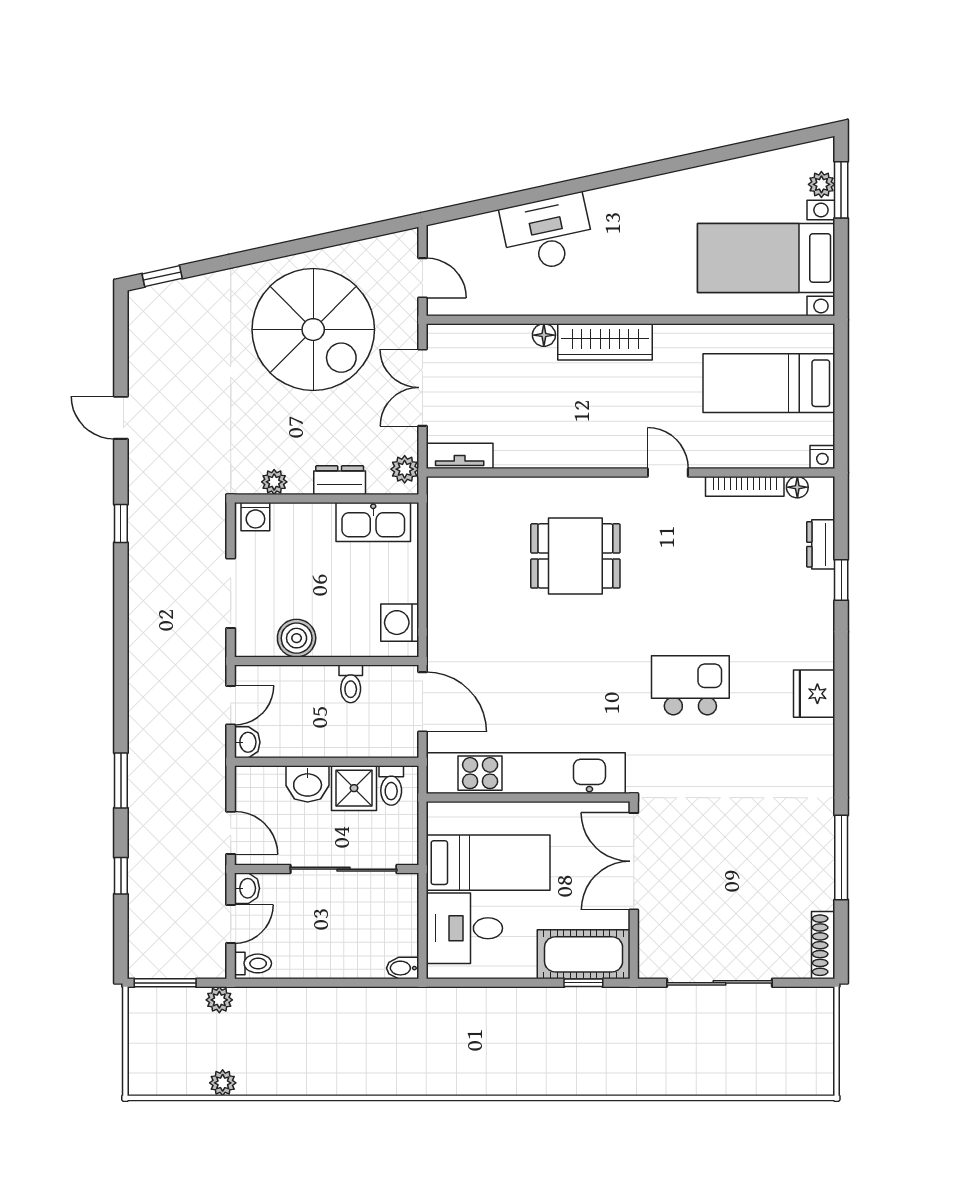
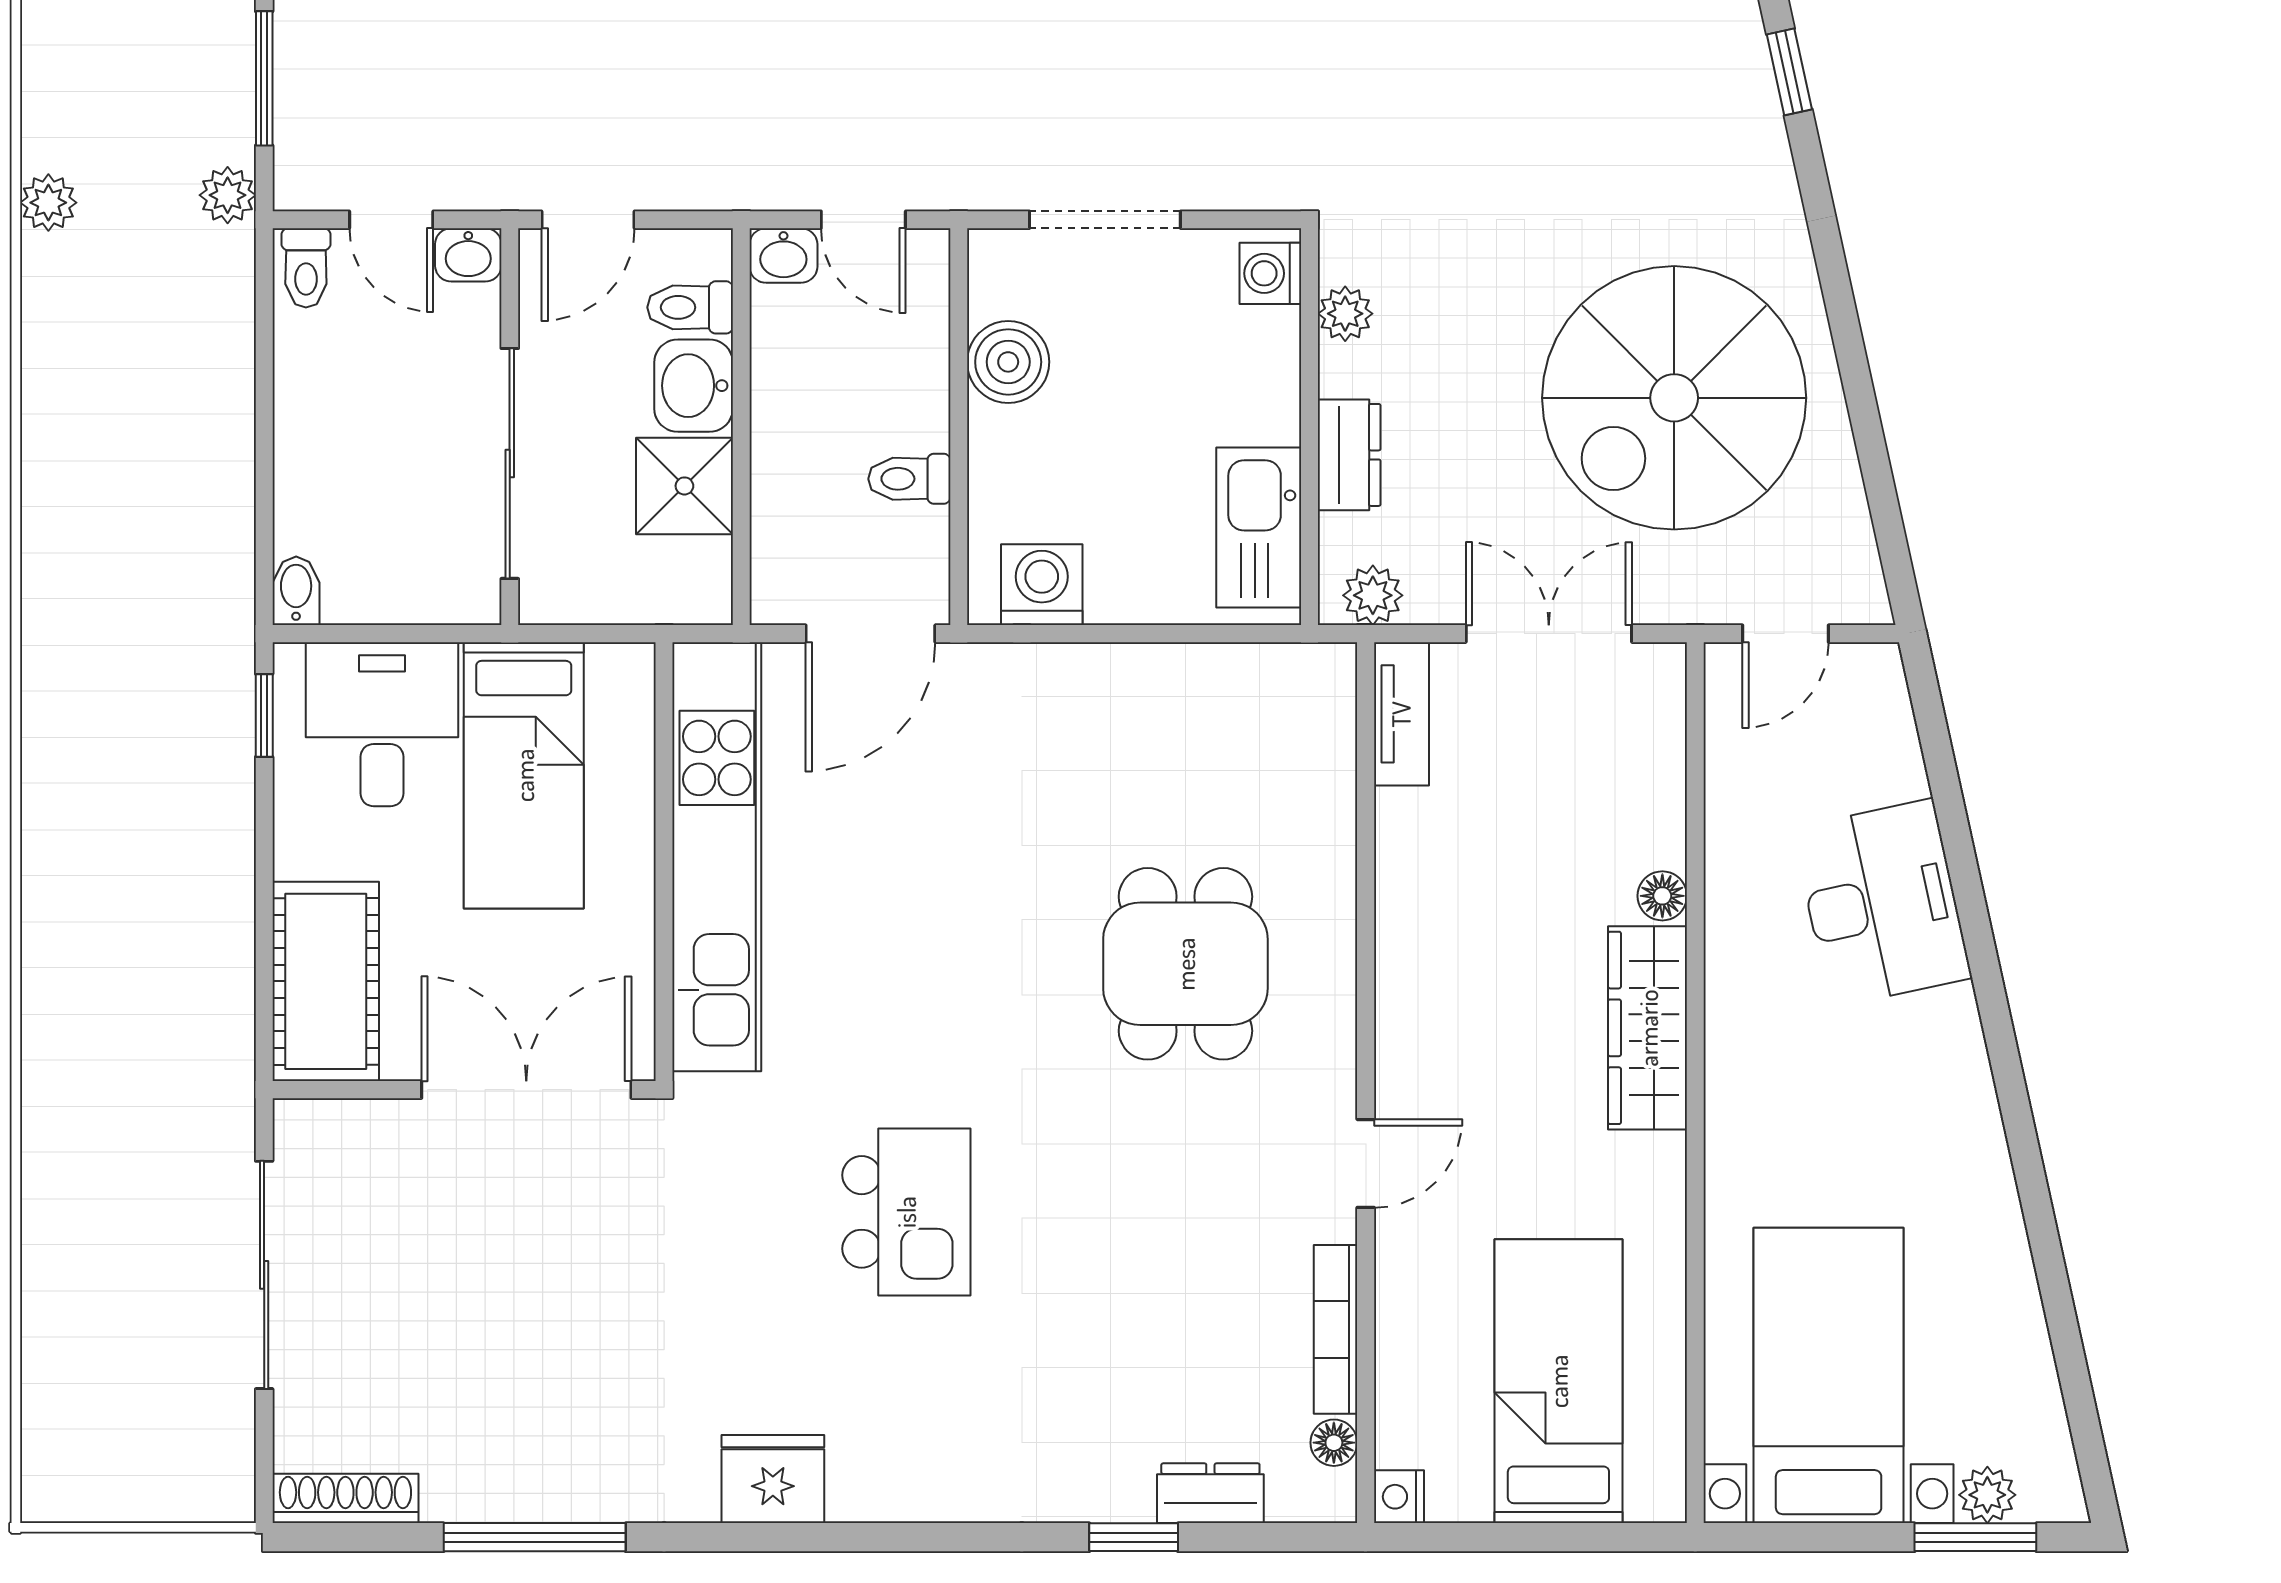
fridge: (814, 694) -> (773, 1479), moved
toilet: (391, 786) -> (690, 307), moved
window: (583, 983) -> (264, 715), moved

